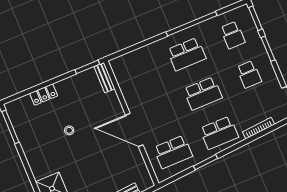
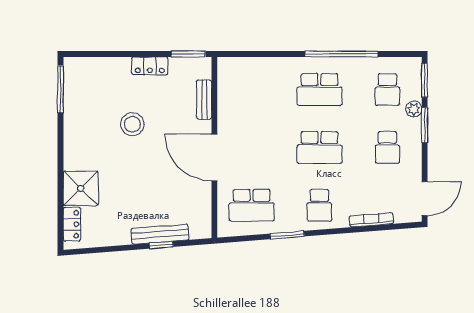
plant: (256, 41) -> (414, 109), added
bench: (104, 78) -> (204, 100), moved
locker: (44, 95) -> (150, 66), moved
stool: (69, 130) -> (132, 124), width x1.89, depth x1.89
school desk: (219, 133) -> (319, 205), width x0.54

